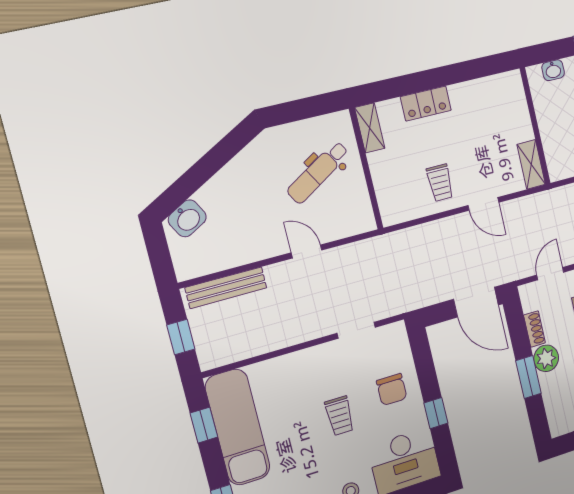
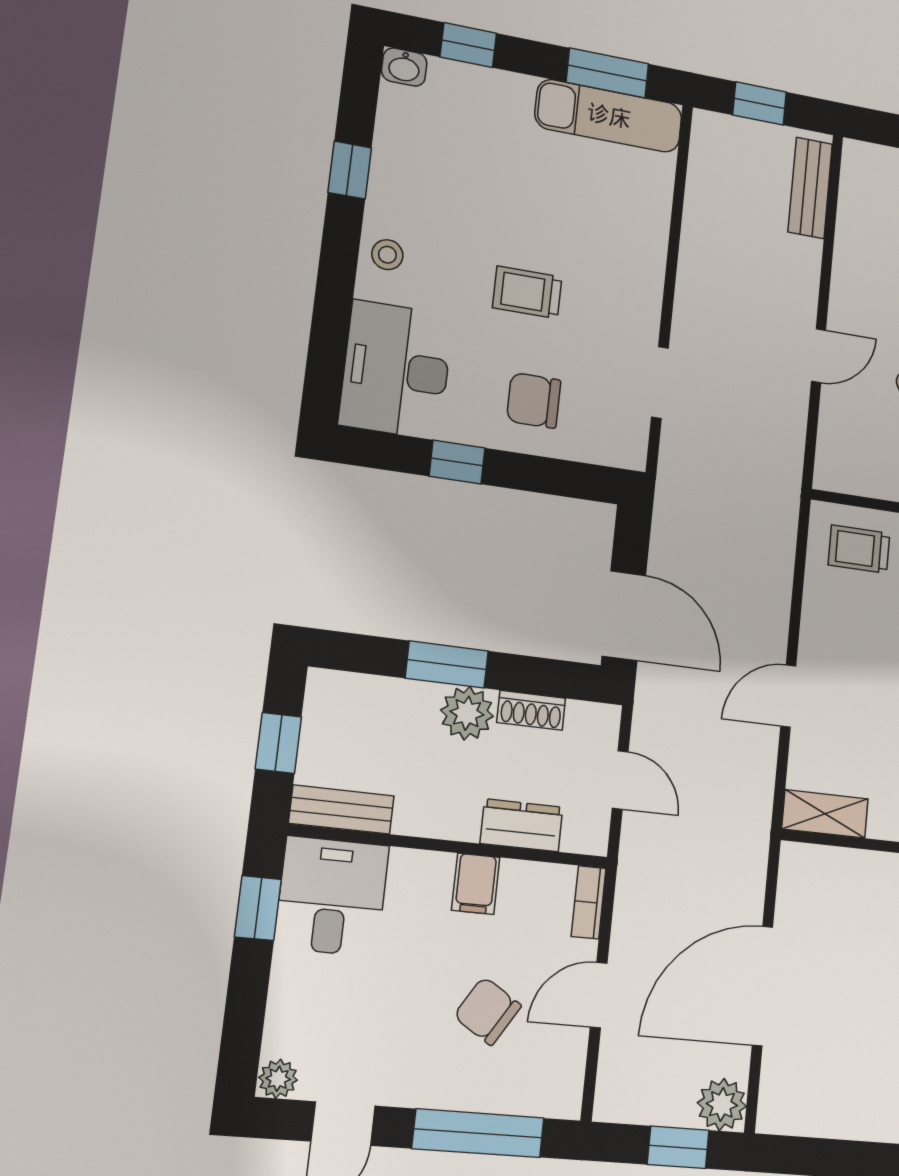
trolley: (440, 183) -> (859, 549), moved
bench: (226, 288) -> (810, 188), width x0.73
door: (476, 302) -> (624, 616), swing flipped
window: (204, 425) -> (607, 73), width x1.50
exam couch: (238, 427) -> (609, 116), width x0.73, depth x0.69

